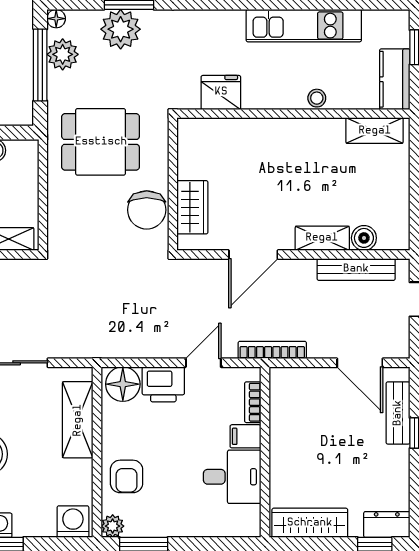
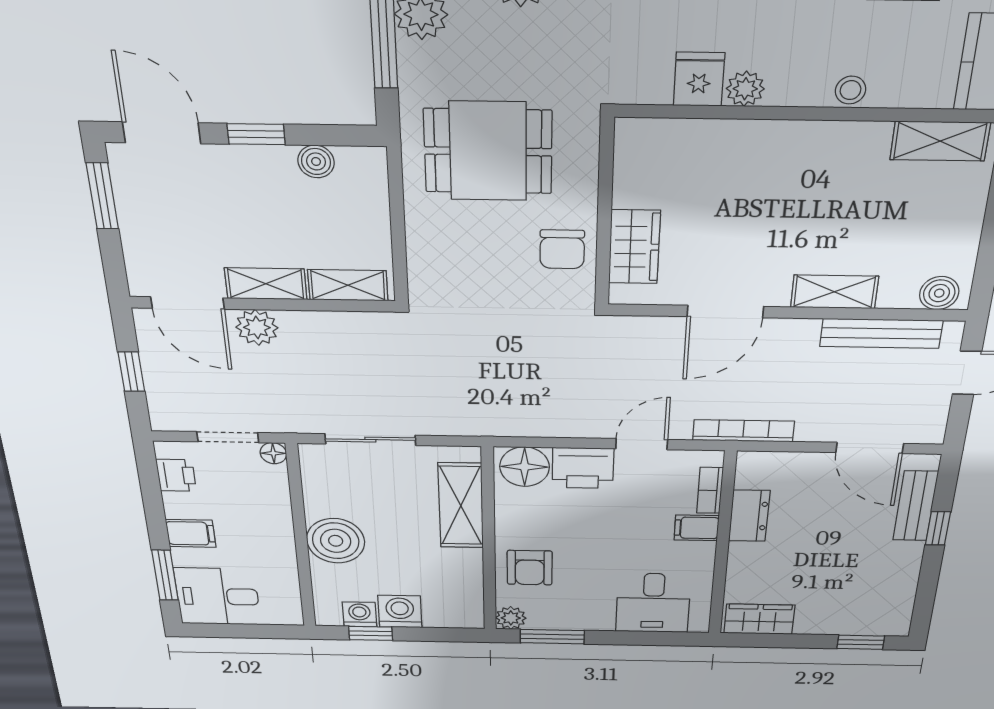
fridge: (221, 92) -> (699, 79), width x0.72
plant: (254, 98) -> (745, 89), added
chair: (147, 210) -> (562, 249), width x0.73, depth x0.73
boiler: (364, 238) -> (939, 293), moved
desk: (232, 477) -> (653, 603), moved, turned 90
washing machine: (73, 522) -> (400, 612), moved
wardrobe: (310, 523) -> (759, 619), width x0.67
dresser: (387, 525) -> (749, 516), moved, turned 90

